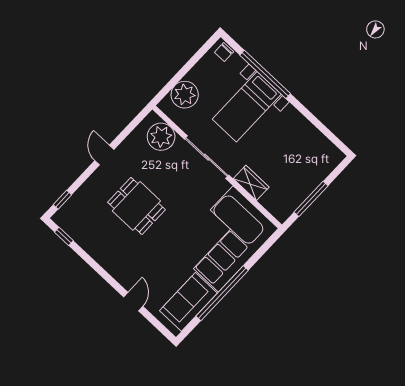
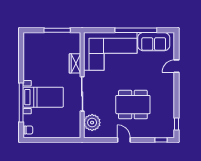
plant: (185, 95) -> (64, 130), removed
door: (104, 155) -> (124, 140), swing flipped
dining table: (136, 206) -> (133, 105), width x1.37

